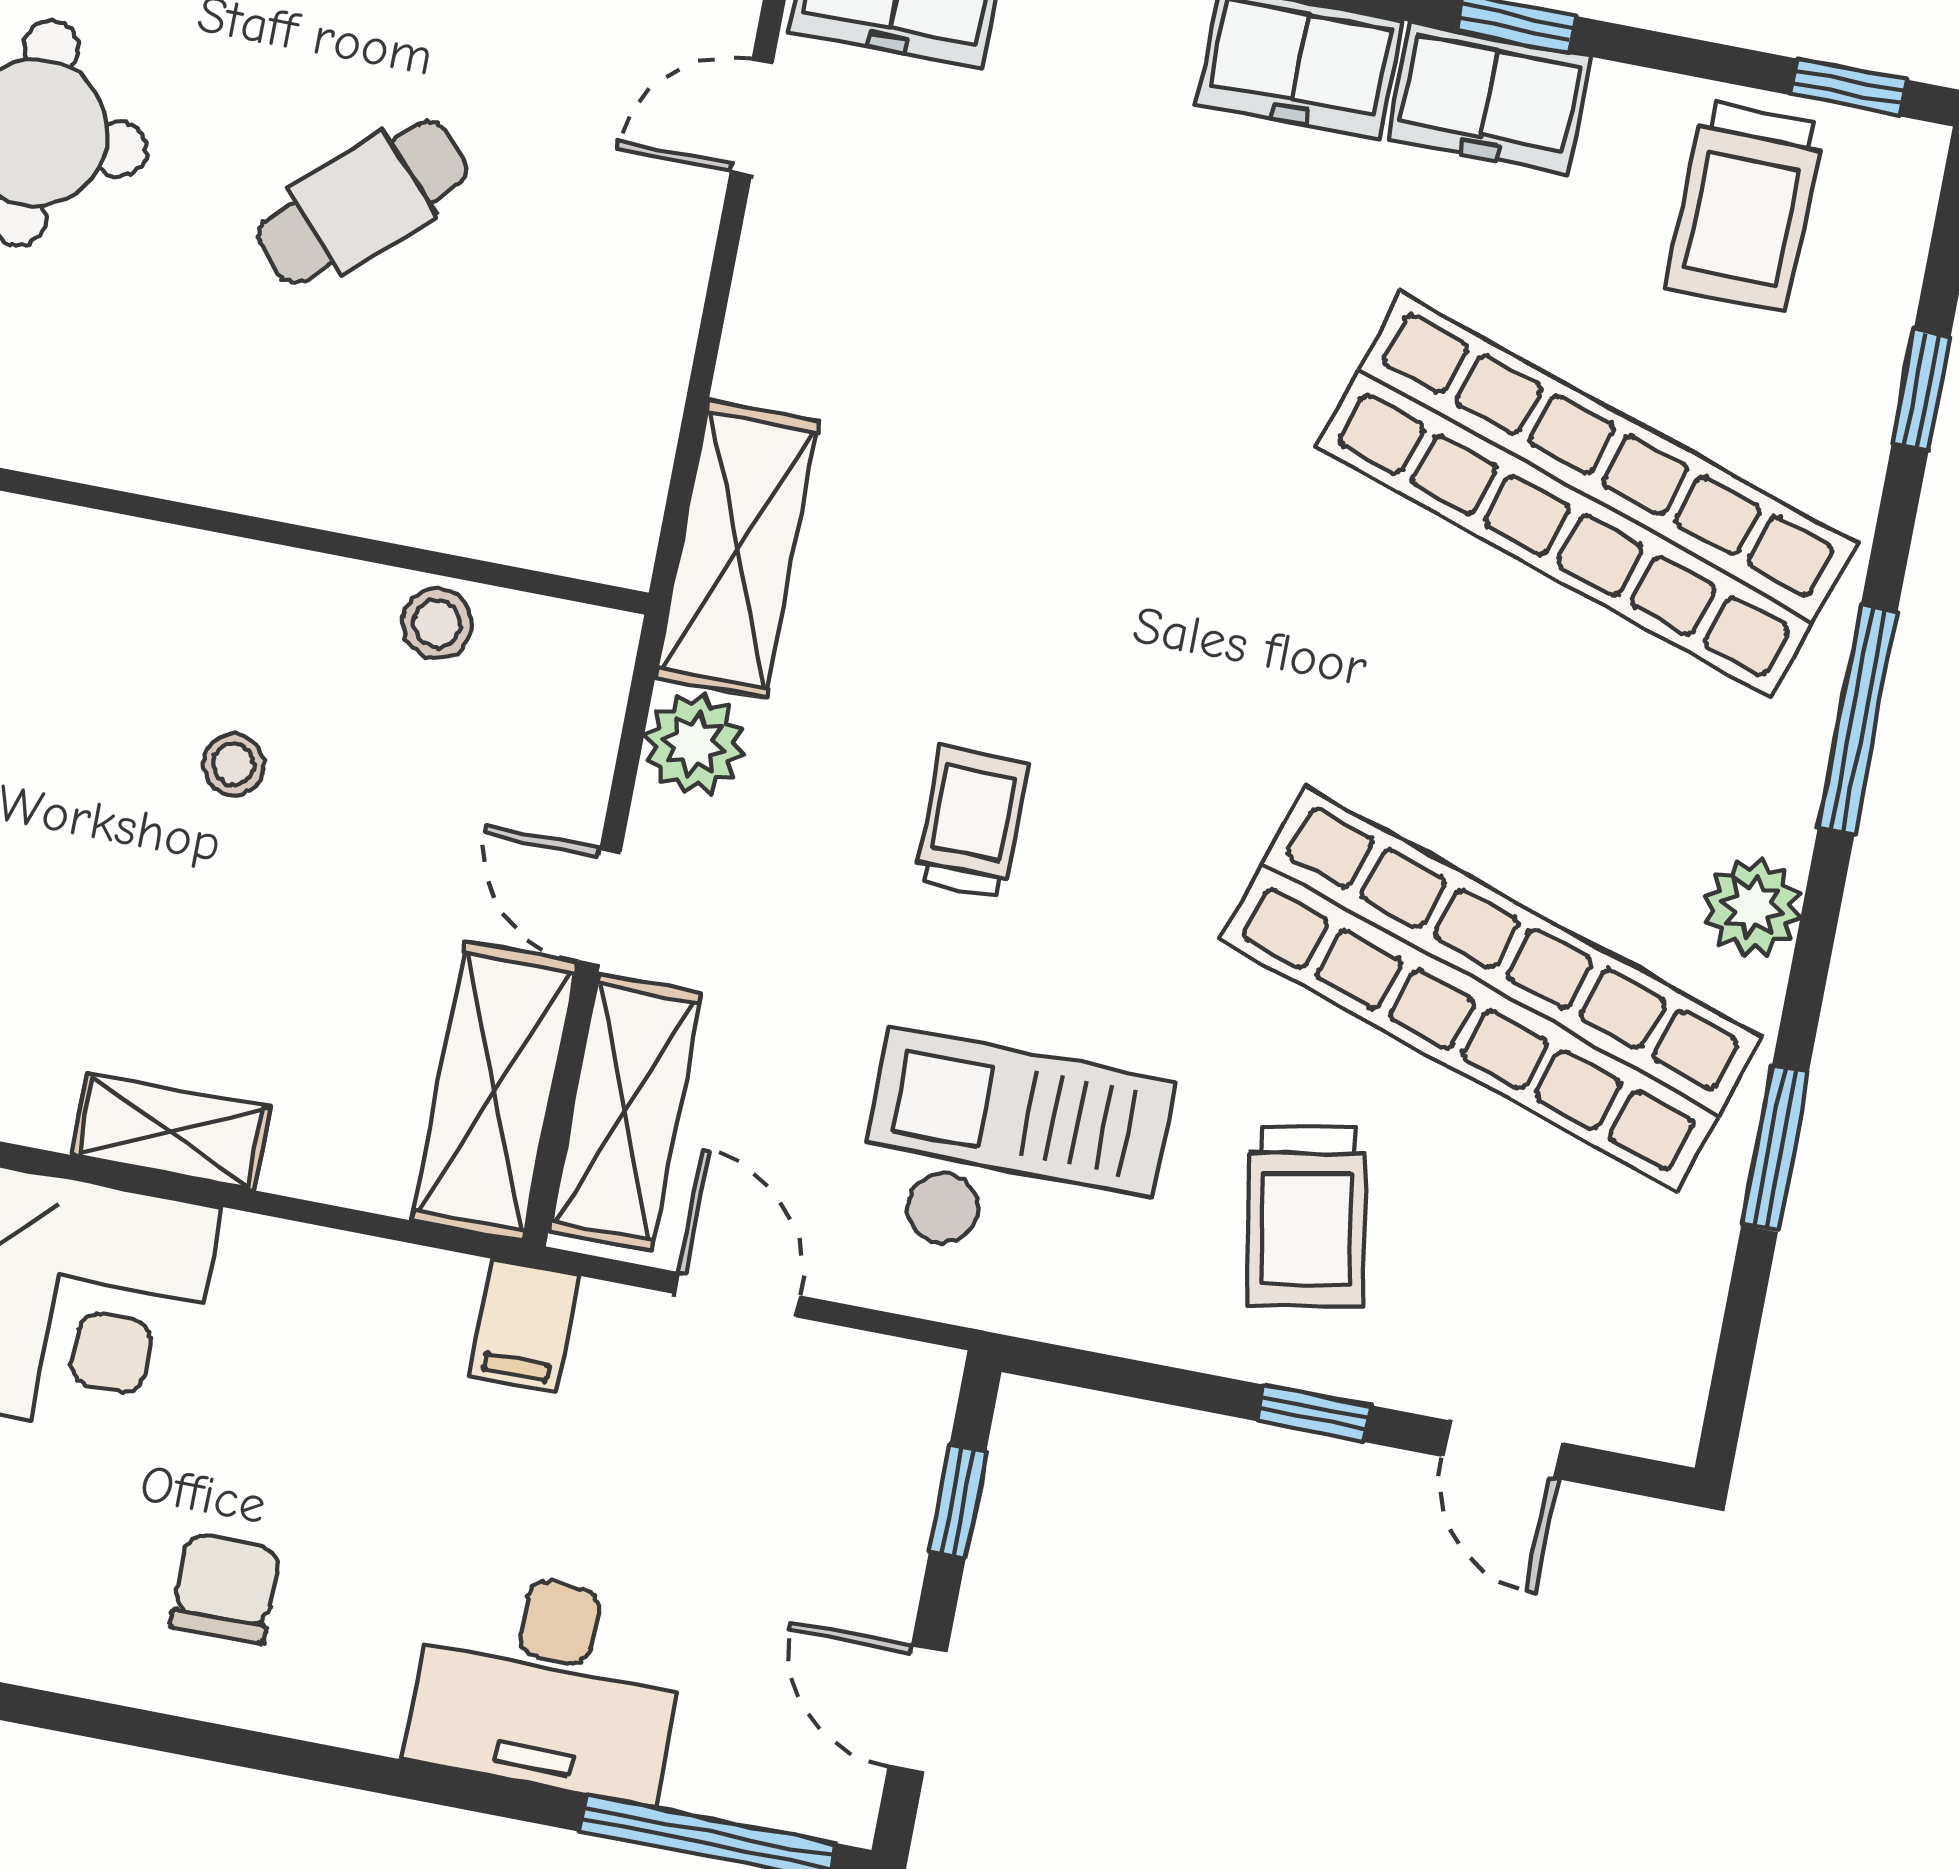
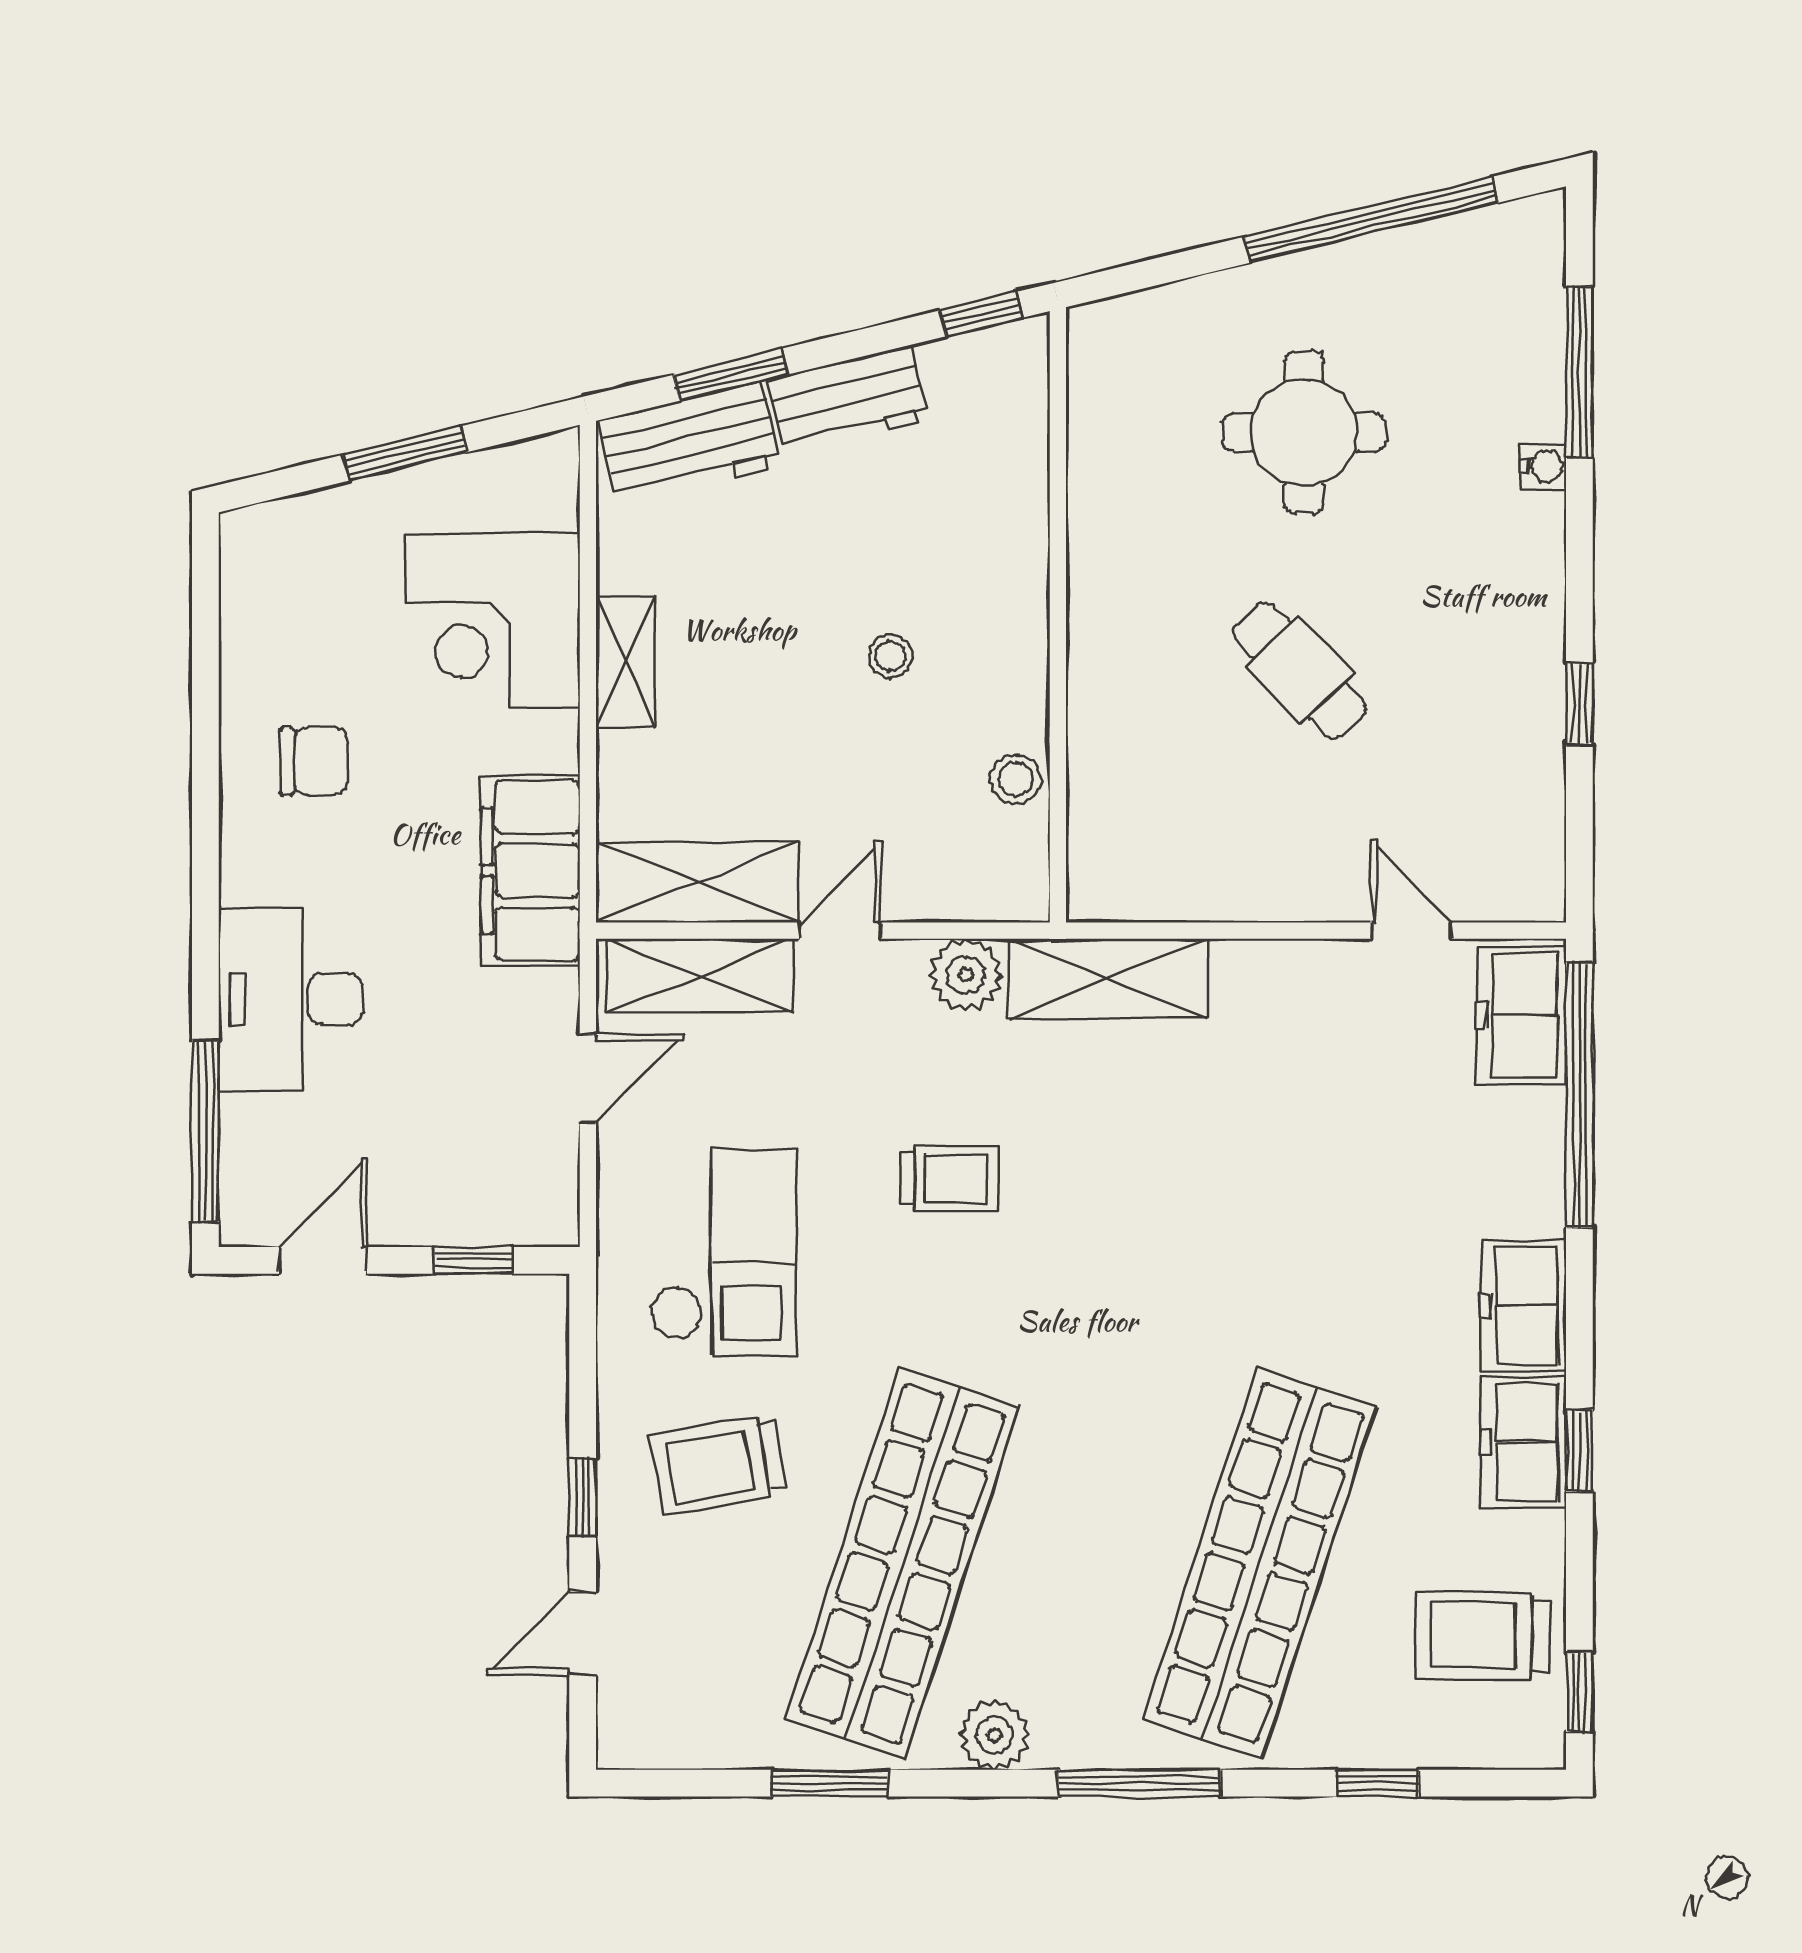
filing cabinet: (524, 1326) -> (531, 871), width x3.00, depth x1.17

